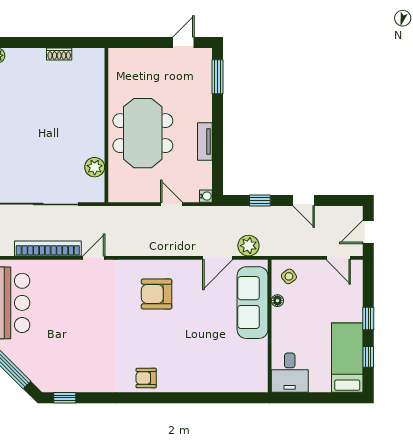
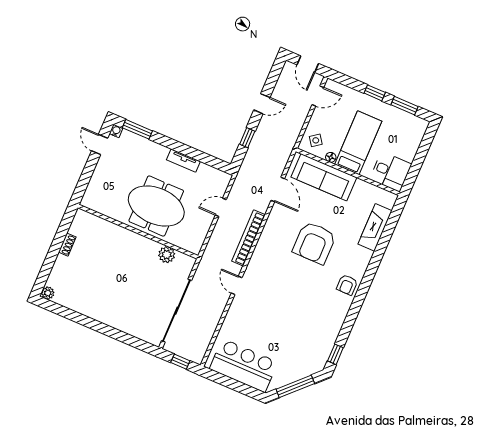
water cooler: (206, 196) -> (116, 131), moved
plant: (248, 246) -> (278, 161), removed
bookcase: (48, 249) -> (248, 238), moved
armchair: (157, 294) -> (314, 243), moved, width x1.36, depth x1.36
window: (368, 357) -> (405, 106), width x1.50
bed: (347, 358) -> (358, 143), moved, turned 90
fireplace: (222, 382) -> (375, 227), added

